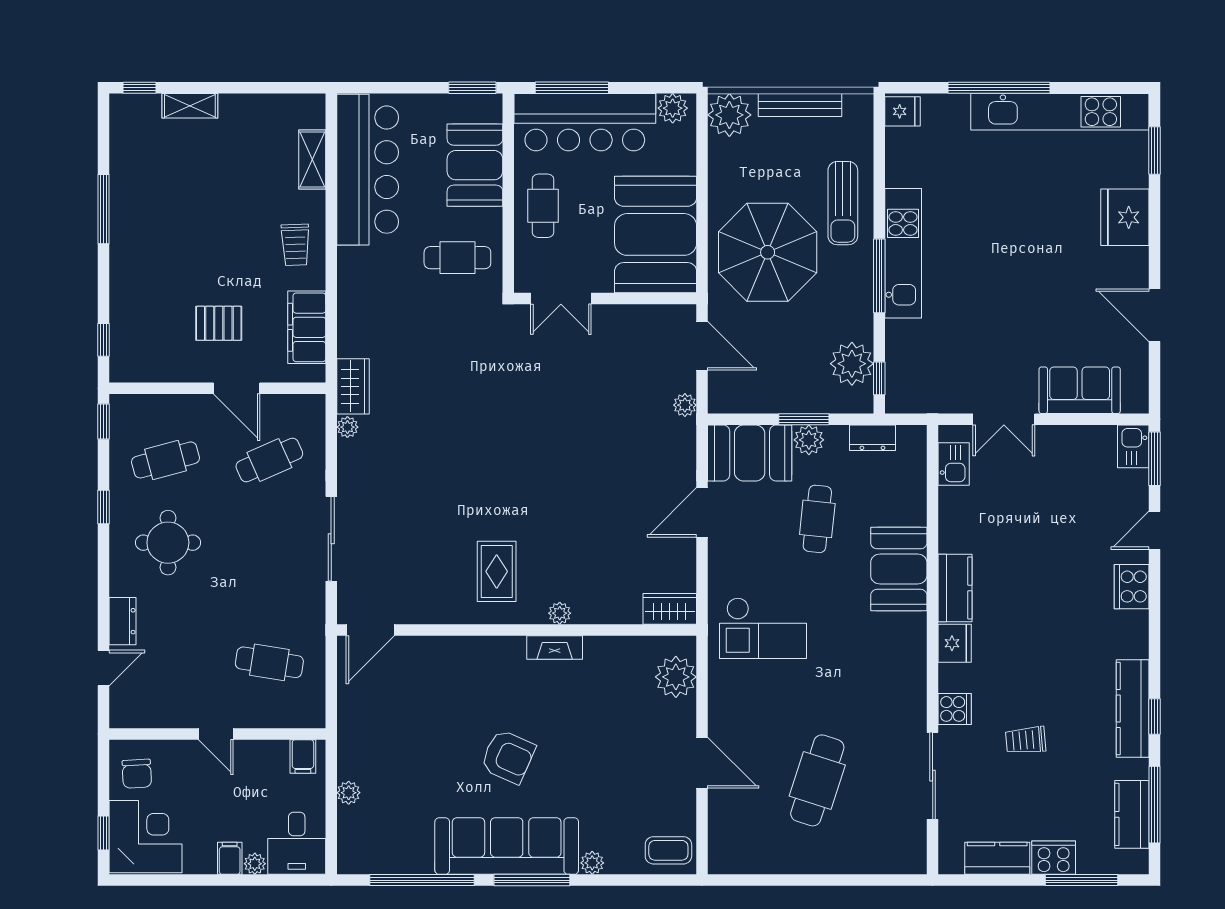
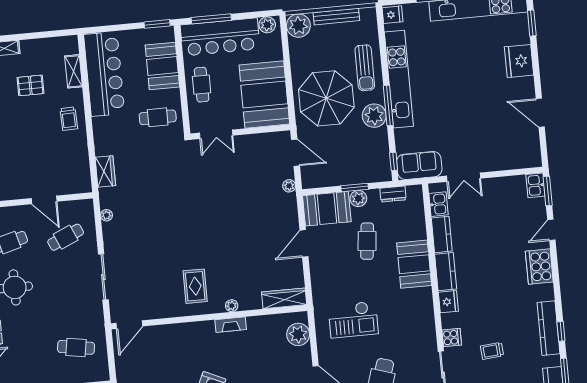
kitchen unit: (903, 253) -> (399, 79), width x1.36
pallet: (219, 323) -> (30, 85), moved
filing cabinet: (307, 327) -> (79, 163), removed
plant: (852, 364) -> (374, 116), moved
wardrobe: (353, 386) -> (105, 171), moved
sofa: (1080, 390) -> (419, 165), moved
kitchen counter: (954, 520) -> (442, 235), added
cooker: (1132, 587) -> (539, 267), width x1.37, depth x1.31
wardrobe: (670, 609) -> (284, 298), width x1.50
checkout: (763, 628) -> (353, 320), moved

